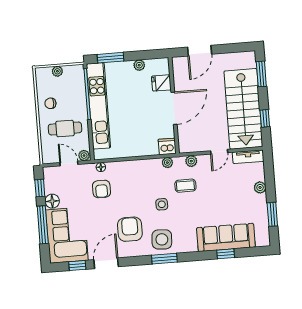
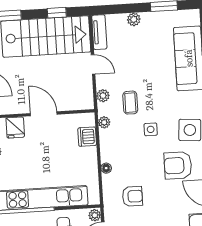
door: (174, 108) -> (44, 114), width x0.73
dishwasher: (167, 146) -> (87, 137), moved
floor lamp: (101, 167) -> (106, 168), moved

